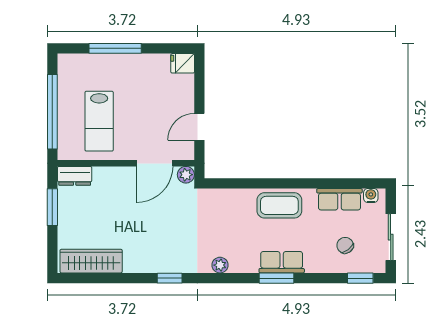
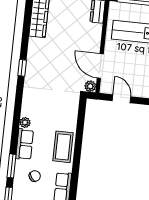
chair: (345, 245) -> (35, 176), moved
plant: (220, 265) -> (25, 122), moved
window: (276, 278) -> (12, 166), moved

